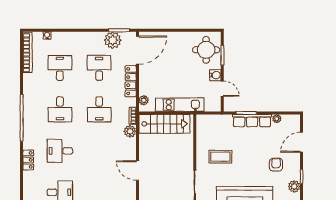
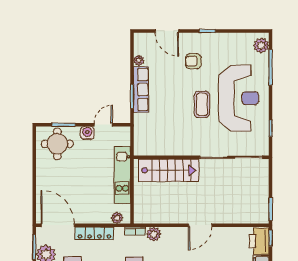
stairs: (164, 124) -> (169, 170), moved, turned 90
coffee table: (220, 157) -> (202, 104), moved
plant: (294, 186) -> (219, 40), removed

